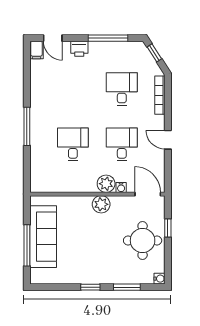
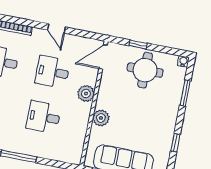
door: (168, 140) -> (56, 28), hinge flipped
water cooler: (121, 188) -> (92, 80), removed
plant: (101, 204) -> (101, 118), moved
window: (90, 287) -> (175, 143), moved

